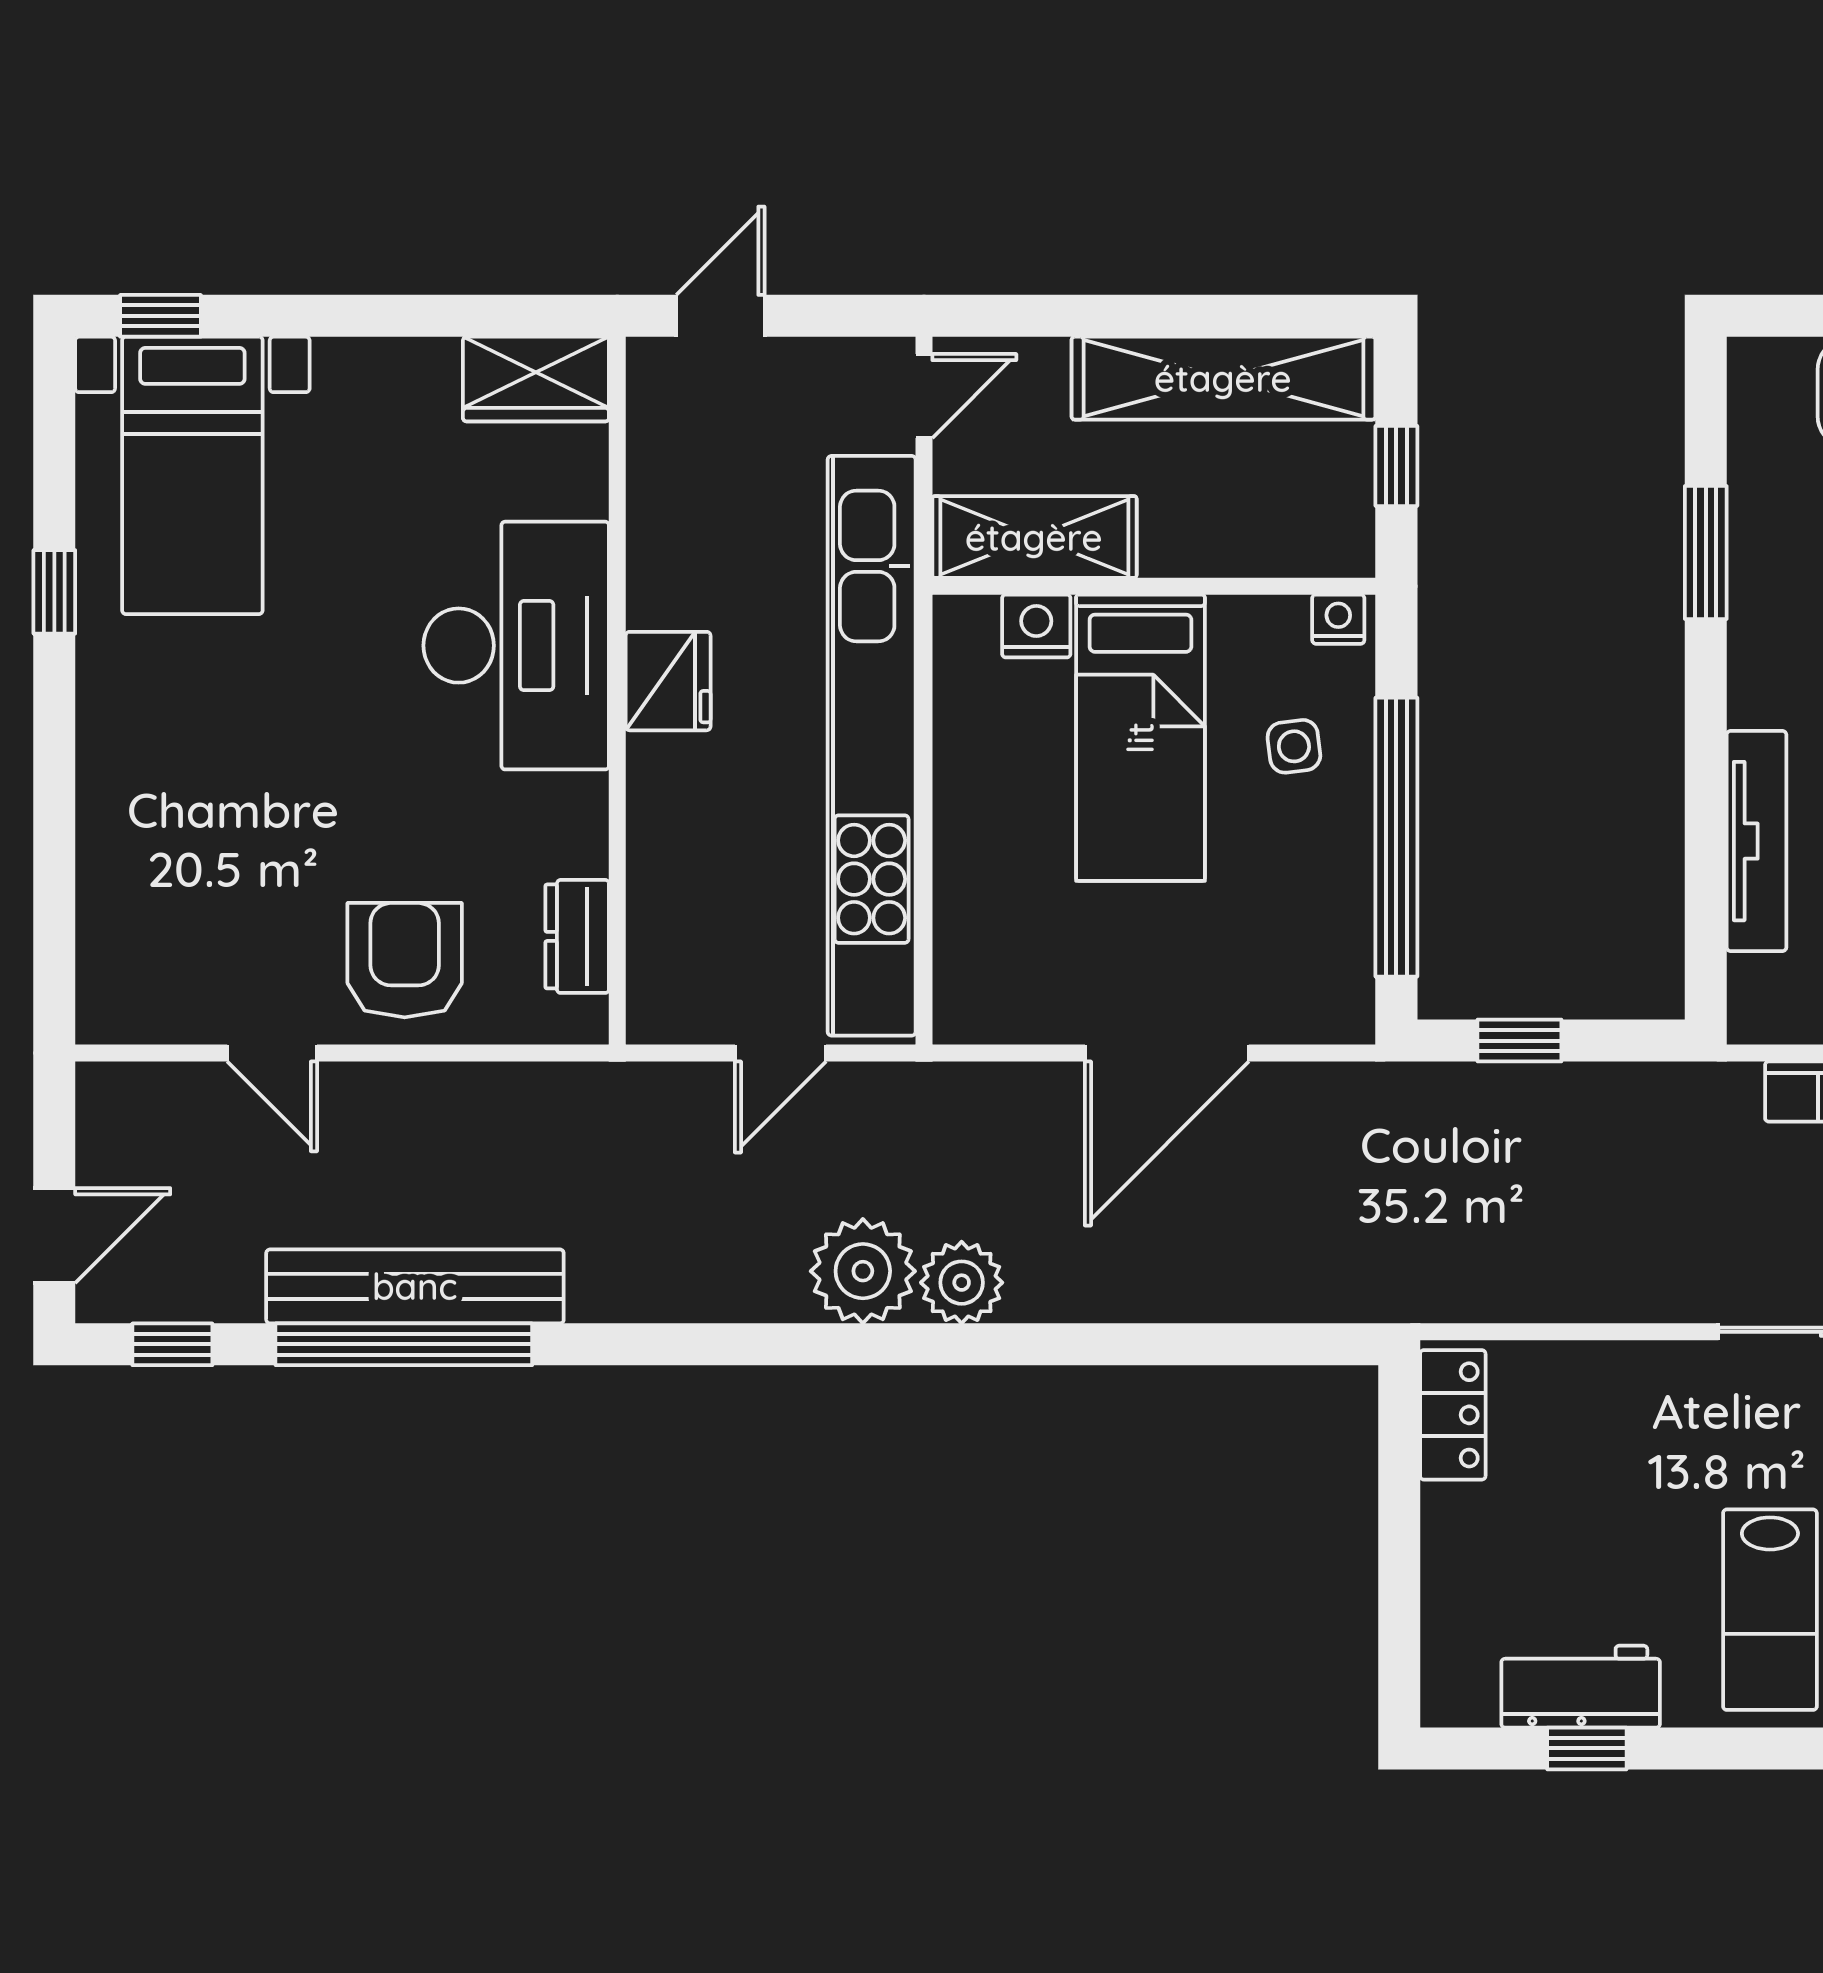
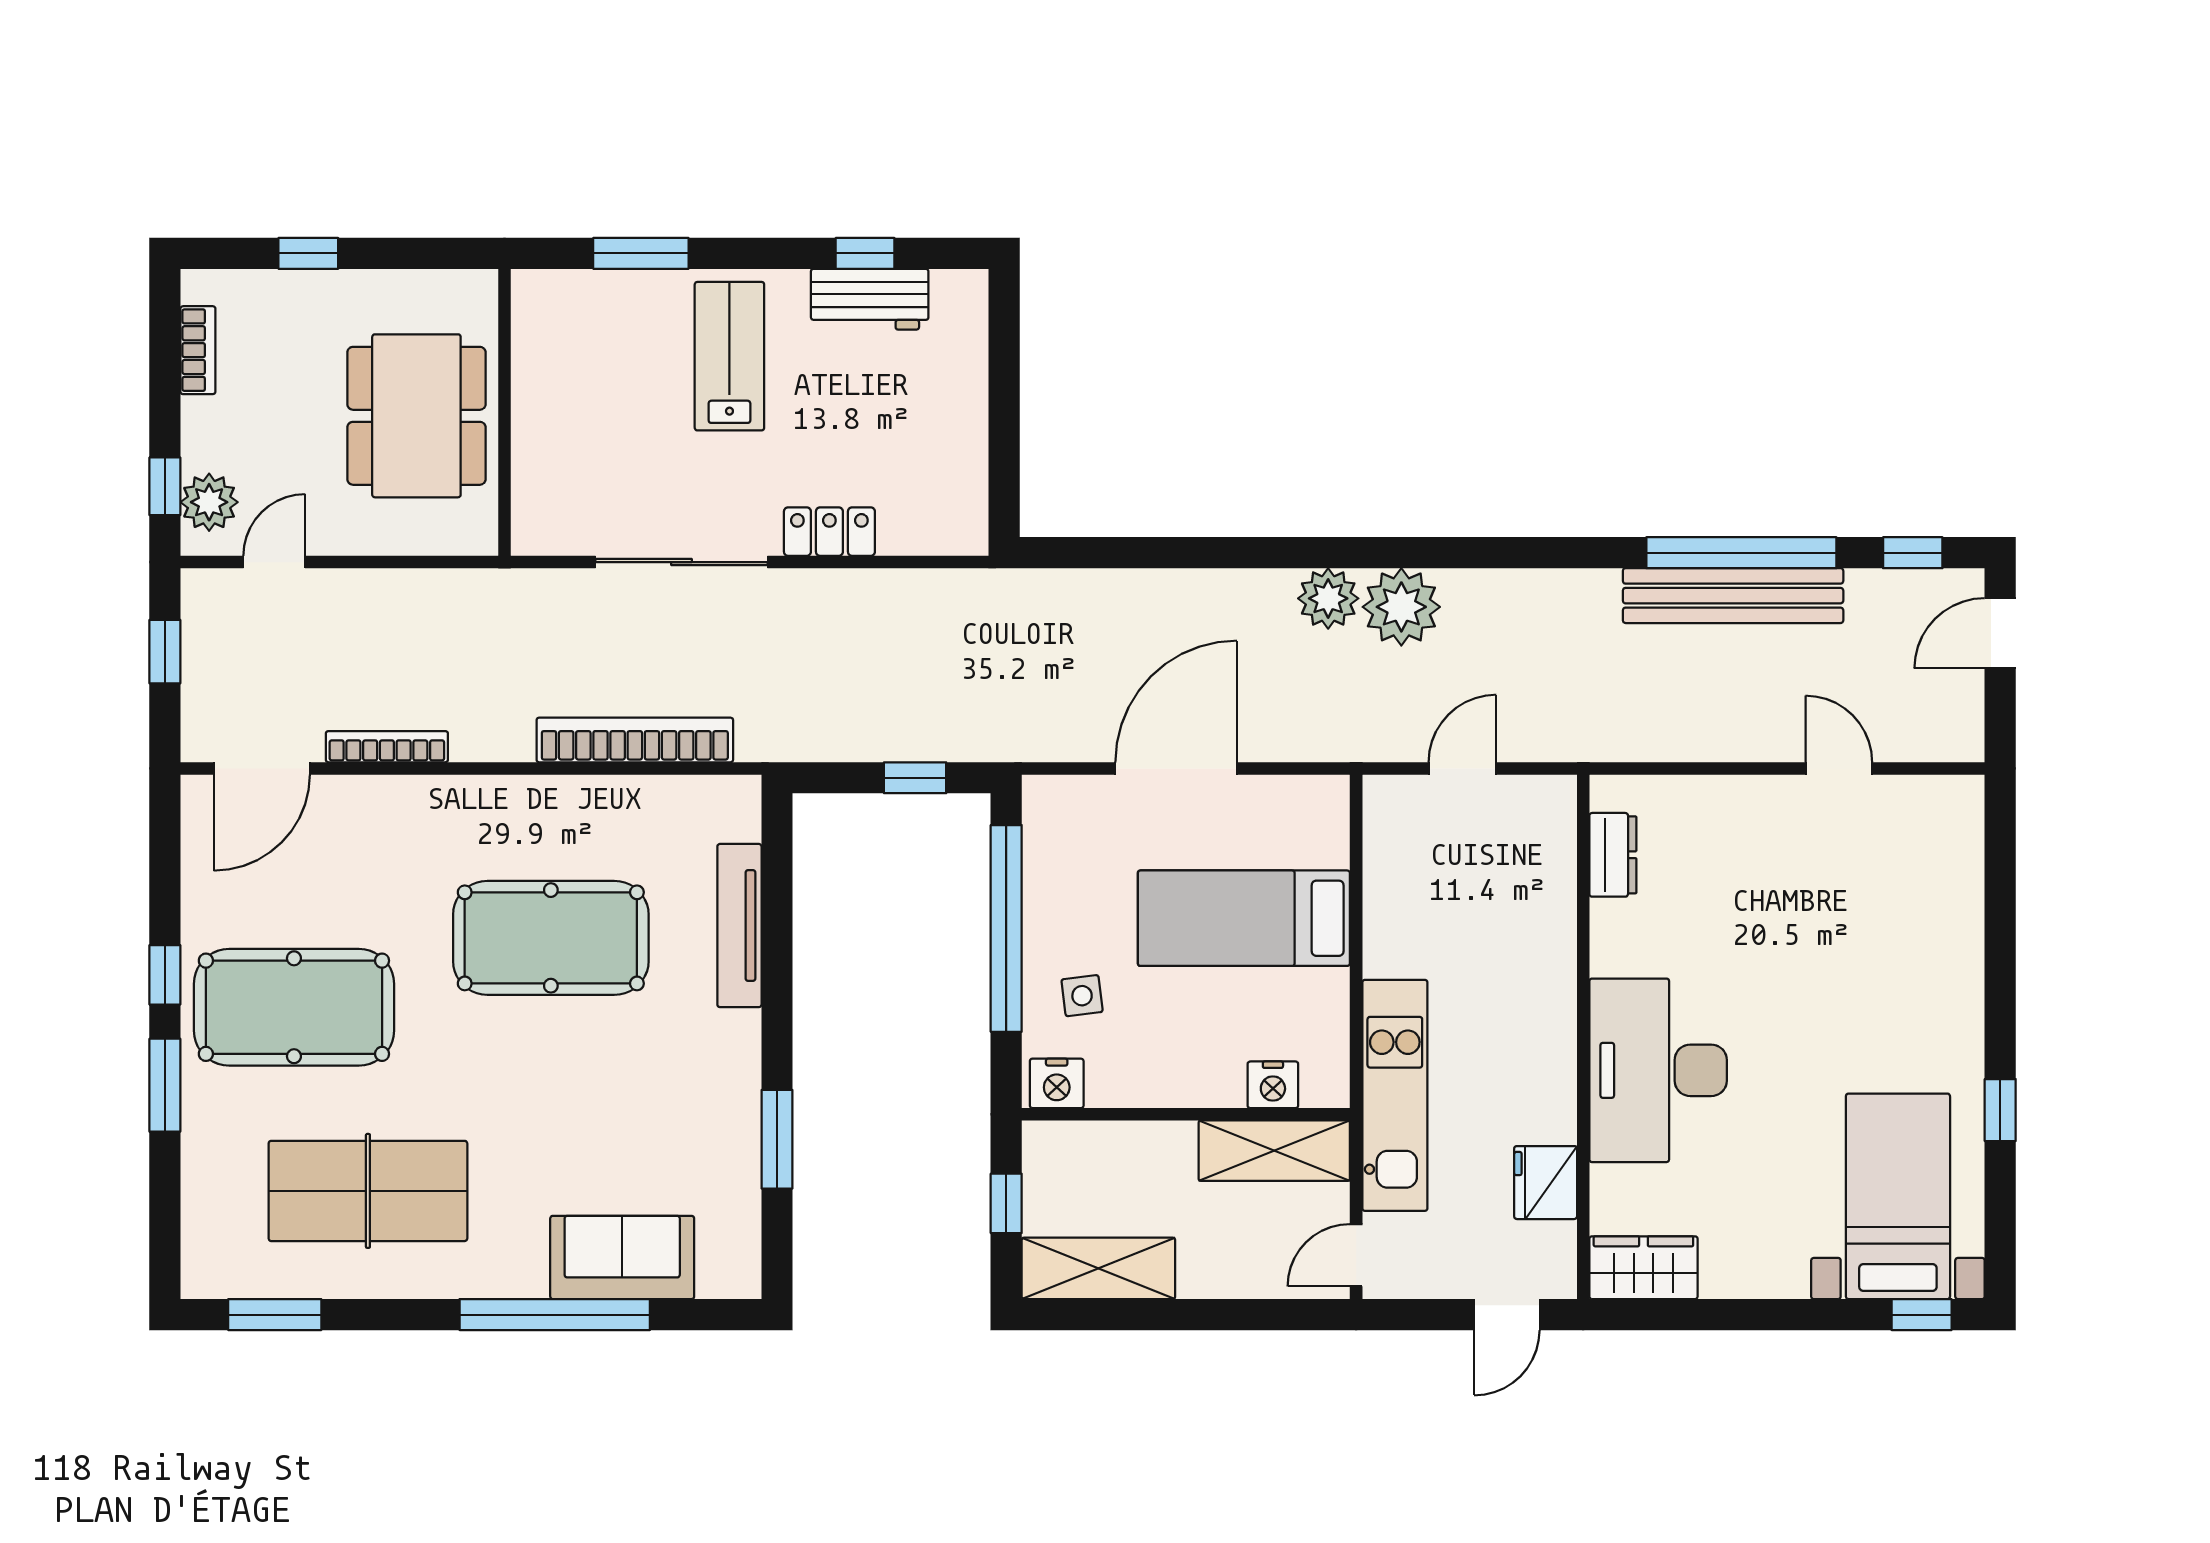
shelving: (1223, 378) -> (1098, 1268), width x0.68
nightstand: (1338, 619) -> (1057, 1083), width x1.39, depth x1.35
fridge: (668, 681) -> (1546, 1183), moved
bed: (1140, 738) -> (1244, 918), moved, turned -90
kitchen unit: (872, 746) -> (1395, 1095), width x0.54
armchair: (405, 960) -> (1741, 837), removed
locker: (1453, 1415) -> (829, 532), moved, turned 90

